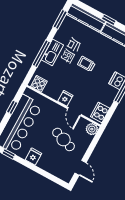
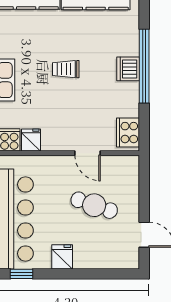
fridge: (65, 98) -> (31, 140), moved
plant: (92, 129) -> (129, 165), removed

